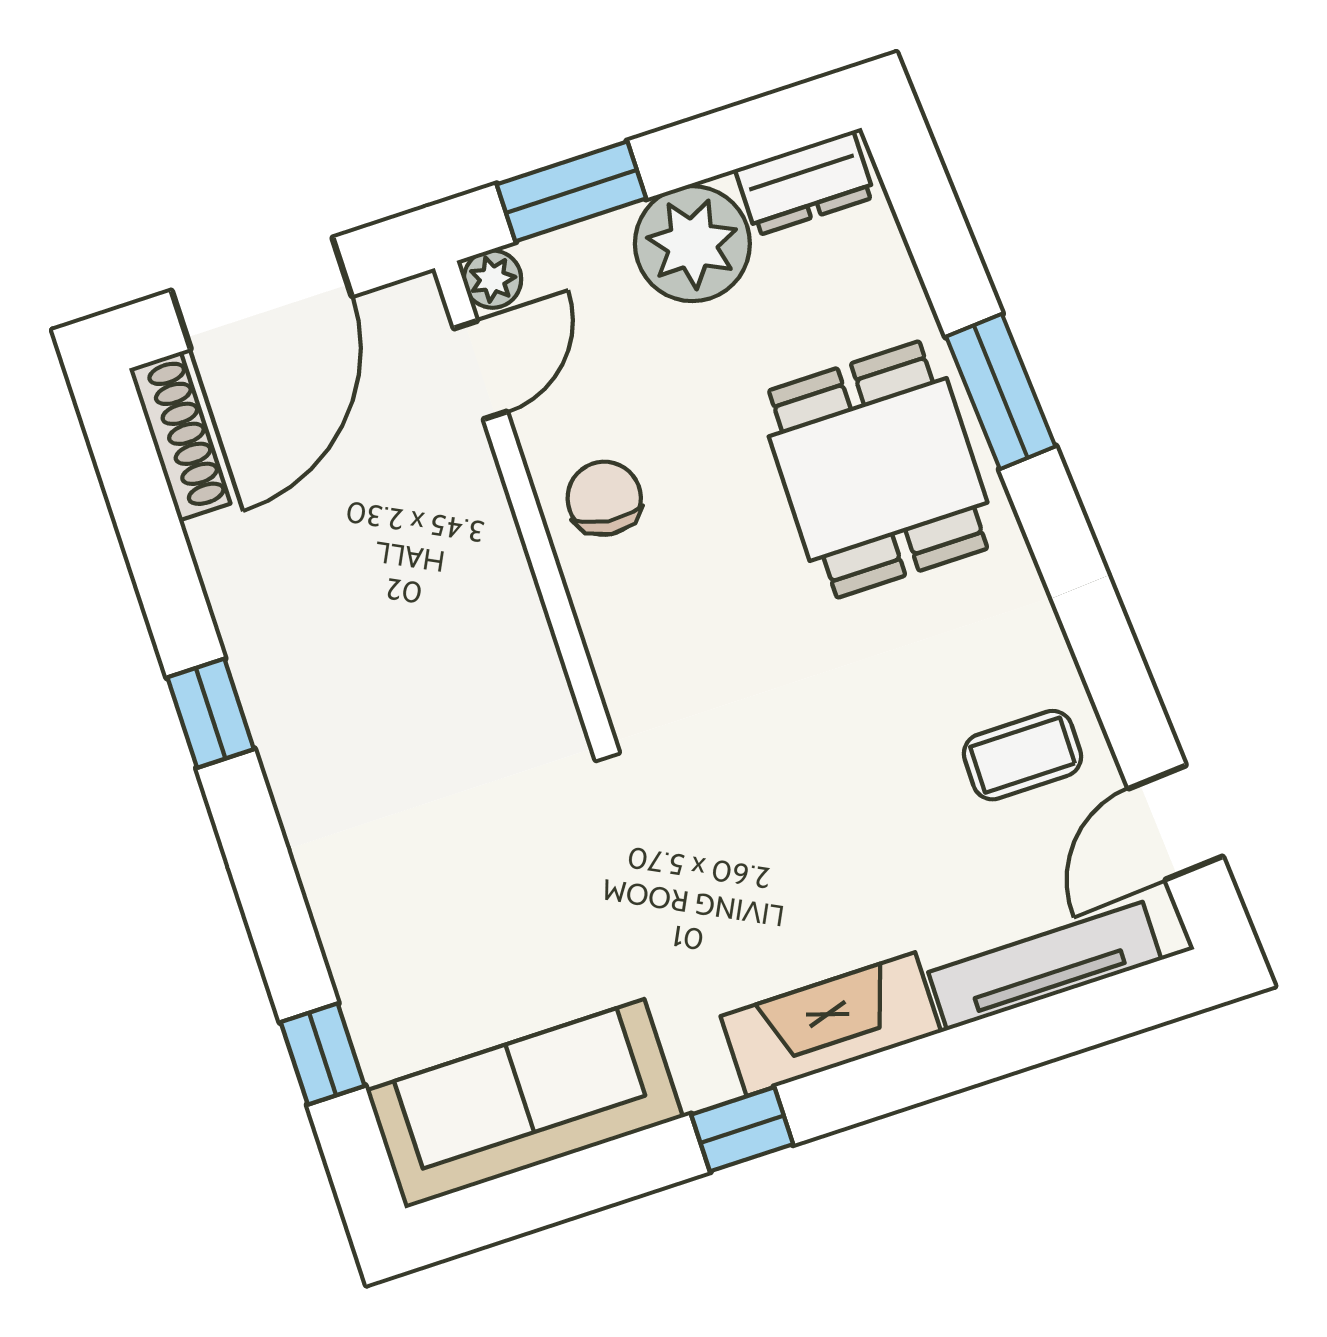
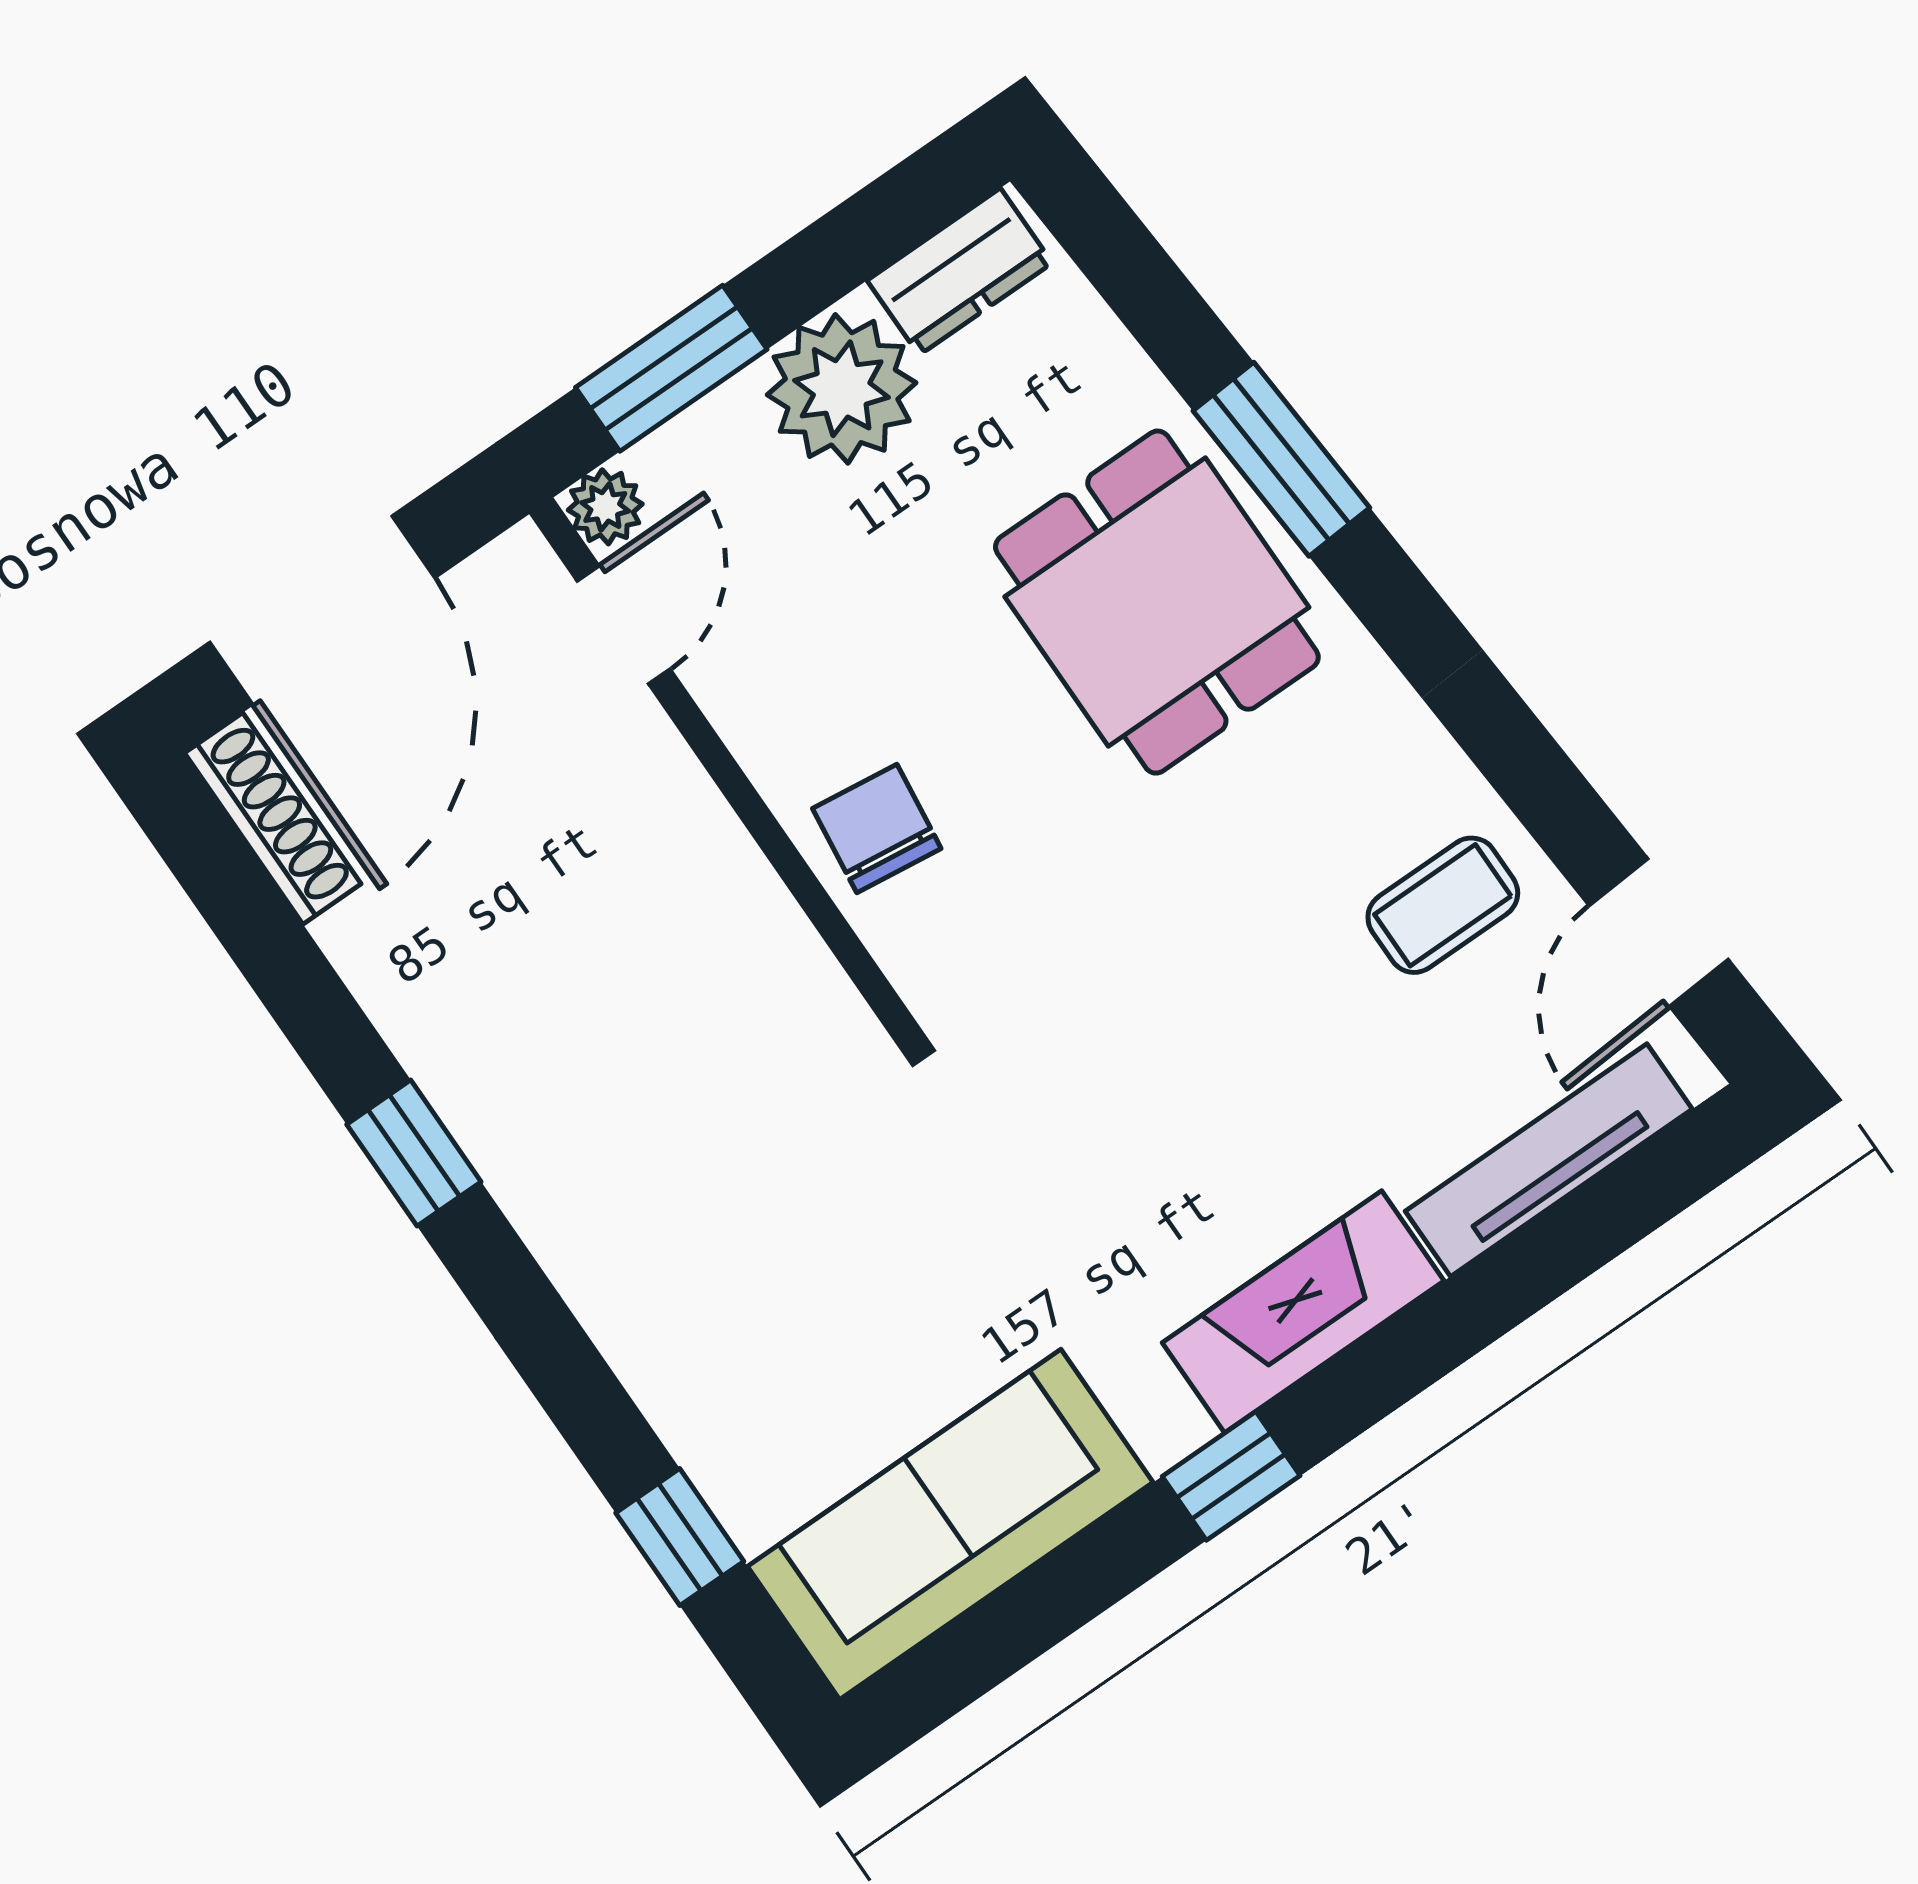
chair: (604, 498) -> (877, 828), moved

